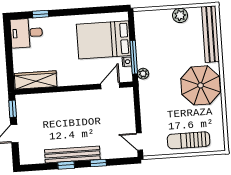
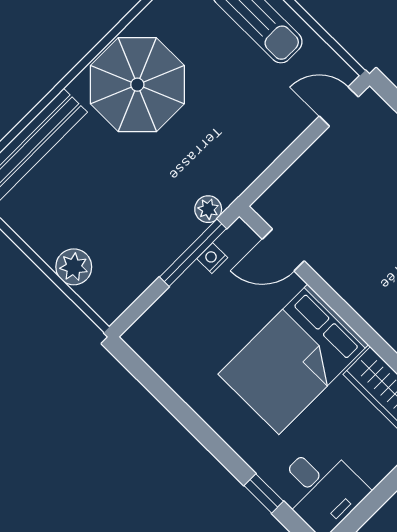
plant: (180, 15) -> (74, 267), moved
bed: (104, 40) -> (293, 359), moved, turned 90
door: (139, 142) -> (339, 107), swing flipped

